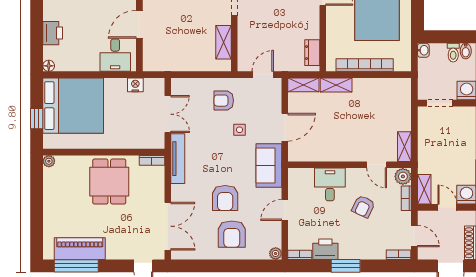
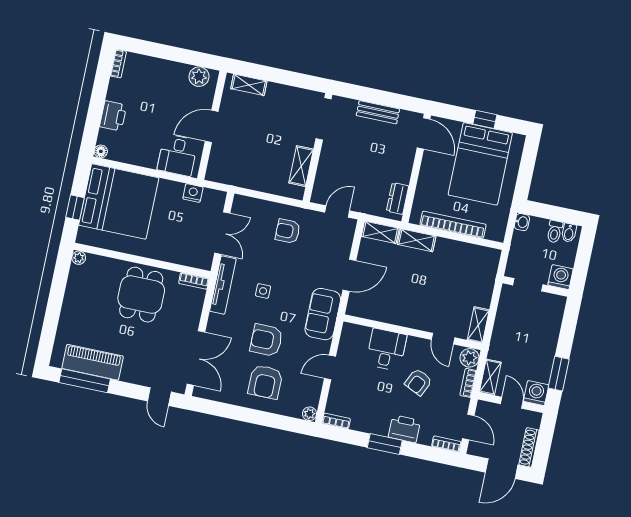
side table: (240, 130) -> (263, 291), moved
armchair: (225, 198) -> (266, 340), turned 90
printer: (325, 249) -> (404, 429), moved

